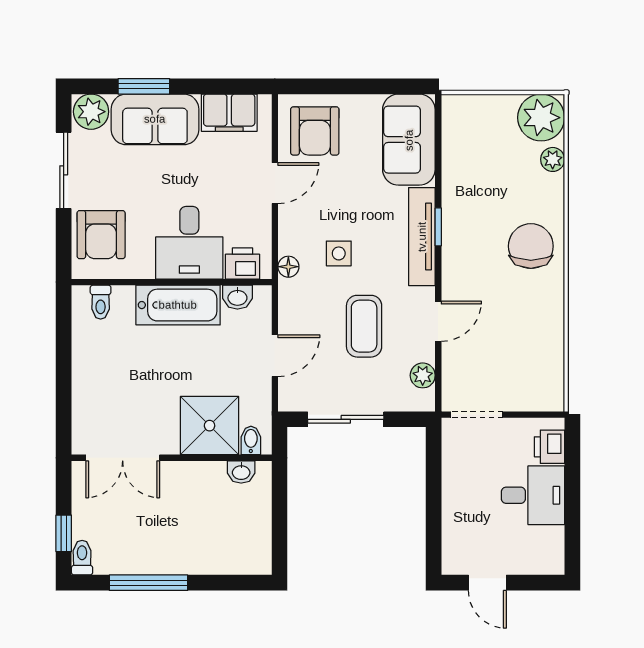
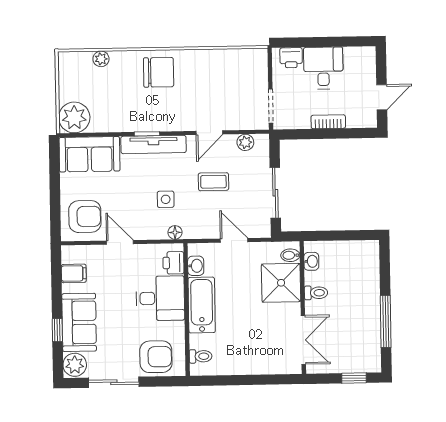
window: (144, 86) -> (57, 330), width x0.67
filing cabinet: (229, 113) -> (74, 273), width x0.50
plant: (541, 118) -> (74, 117), moved
chair: (531, 246) -> (159, 72), turned 180
door: (438, 321) -> (209, 133), swing flipped
coffee table: (364, 326) -> (213, 182), width x0.73, depth x0.77
bookcase: (452, 501) -> (328, 122), added
toilet: (82, 558) -> (316, 293), moved, turned 180

